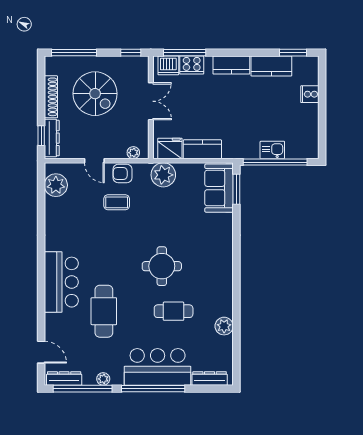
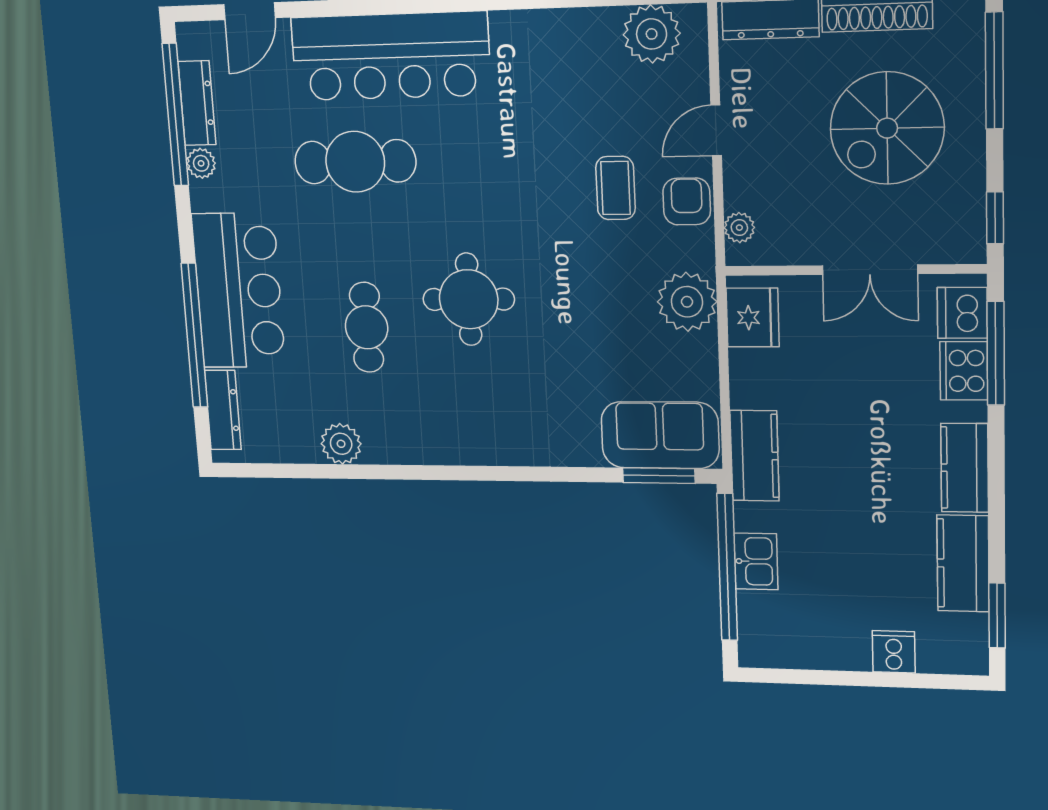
kitchen counter: (202, 149) -> (755, 456), moved
bar counter: (61, 282) -> (391, 56), width x1.36
dresser: (64, 378) -> (197, 103), moved
window: (153, 389) -> (194, 336), moved

